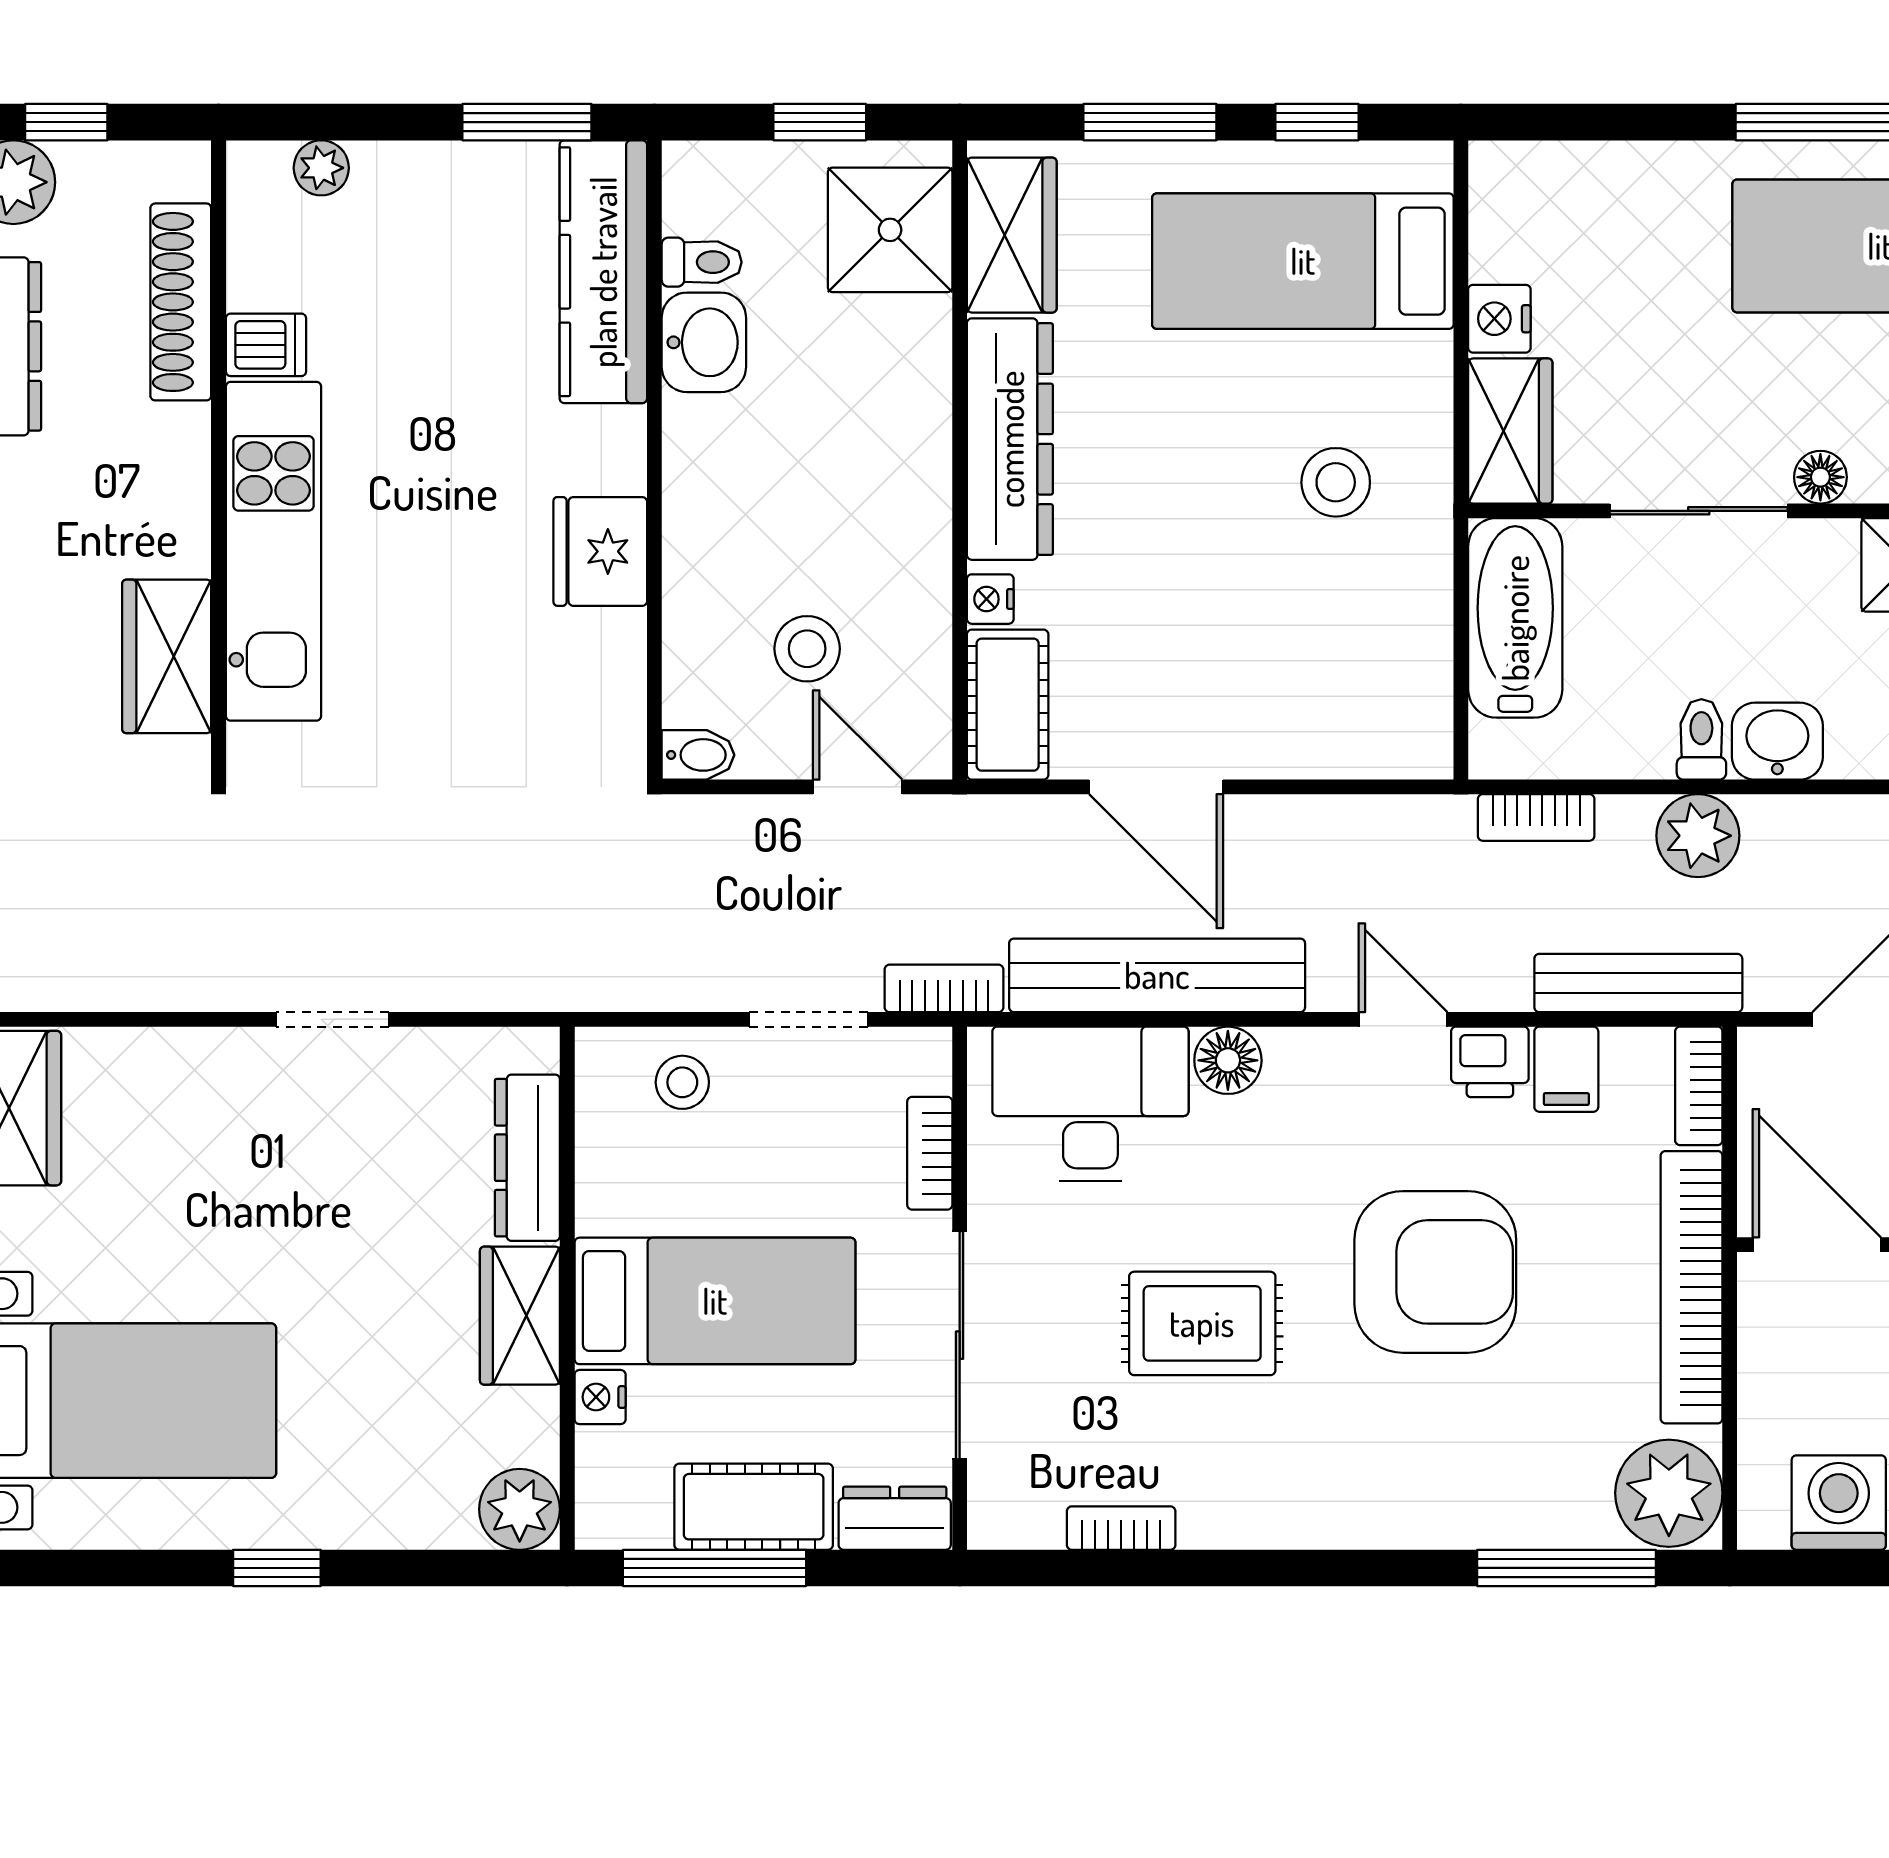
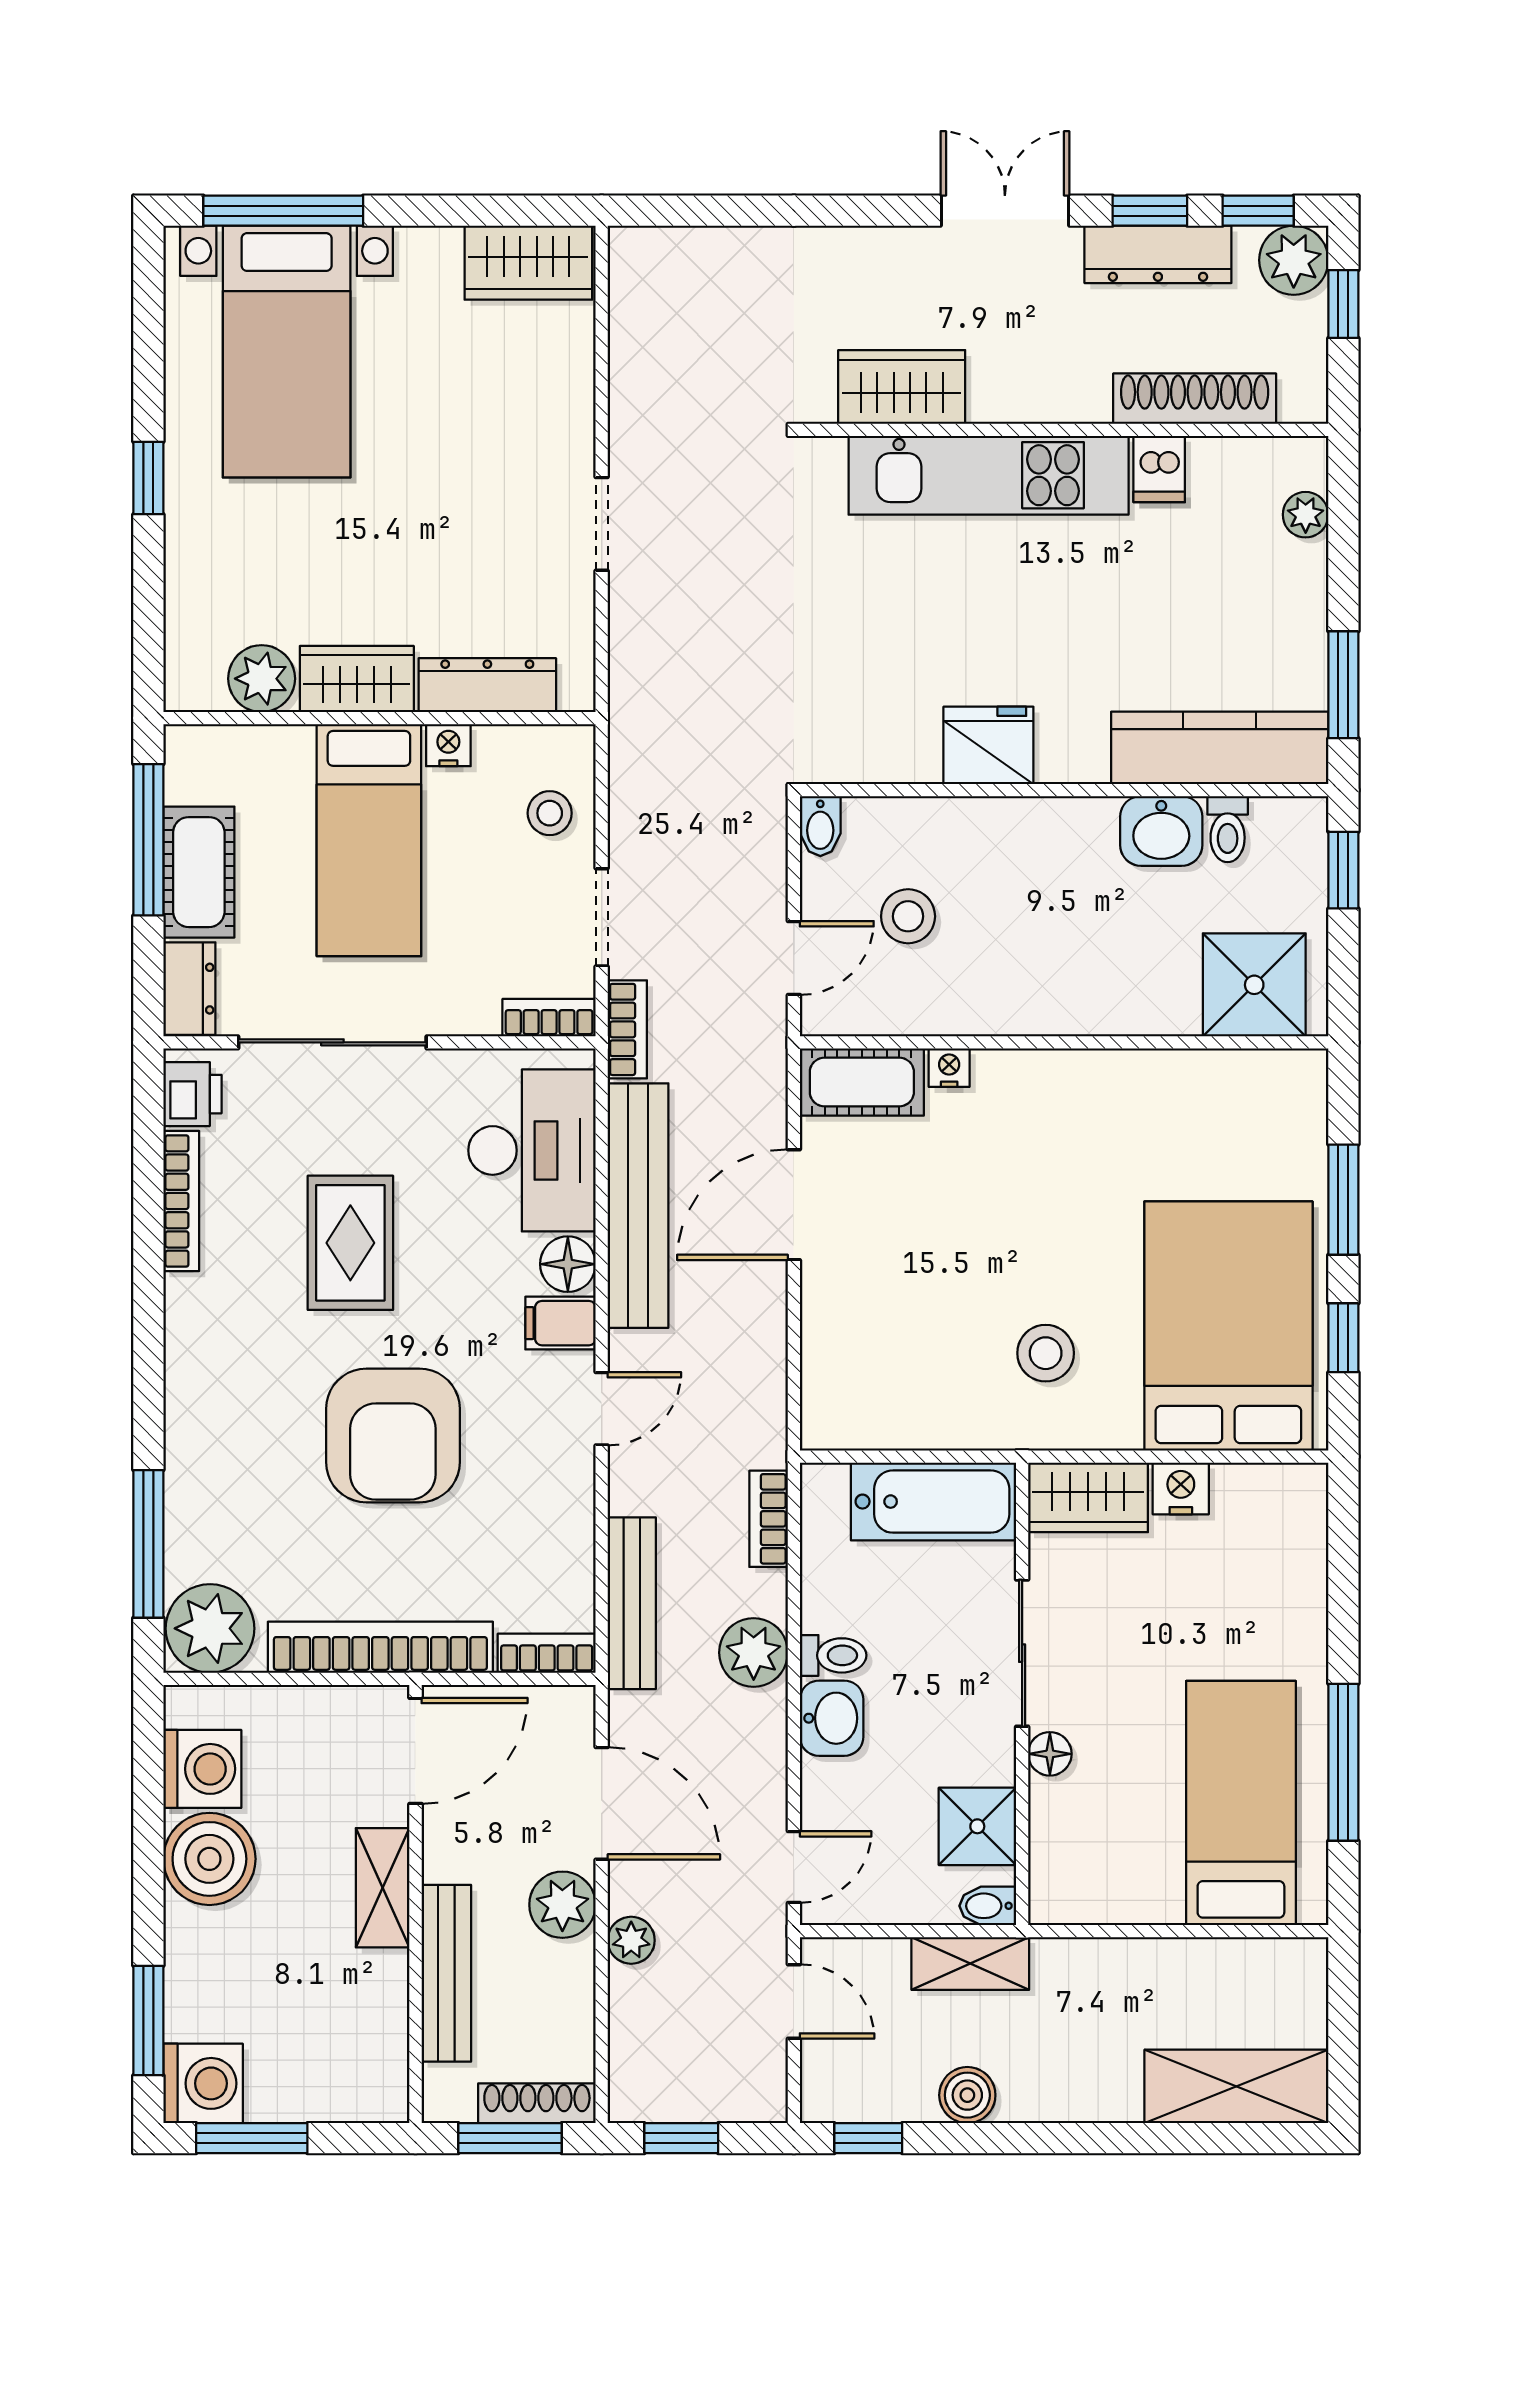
window: (820, 122) -> (1343, 870), moved
wardrobe: (1012, 235) -> (1250, 1085), removed
bed: (1303, 261) -> (1228, 1326), width x1.50
dresser: (1010, 439) -> (1081, 1084), removed
printer: (1490, 1062) -> (192, 1094), moved, turned 180
filing cabinet: (1566, 1069) -> (560, 1323), moved
bookcase: (930, 1153) -> (549, 1018), moved
nightstand: (600, 1397) -> (448, 745), moved
plant: (520, 1509) -> (262, 679), moved
bookcase: (1121, 1528) -> (181, 1201), width x1.56

